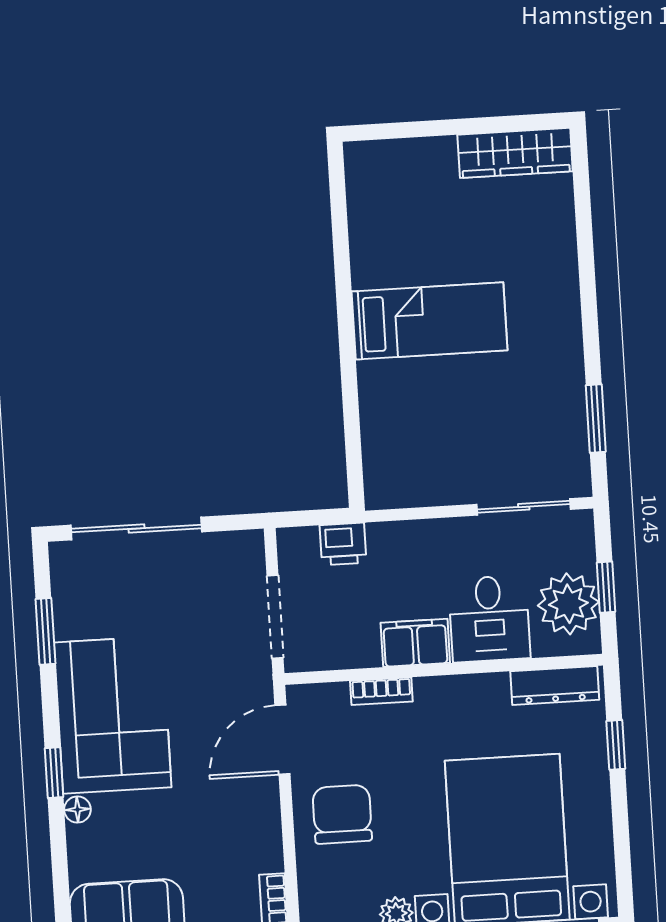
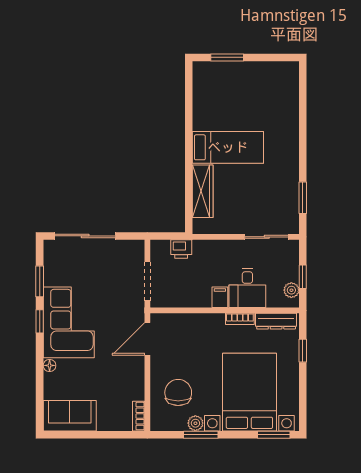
window: (416, 129) -> (227, 57), added
wardrobe: (515, 153) -> (203, 191), moved, turned -90
plant: (568, 604) -> (291, 290), width x0.53, depth x0.53
filing cabinet: (415, 643) -> (220, 297), width x0.50
bookcase: (381, 691) -> (240, 319), moved
window: (54, 773) -> (40, 321), moved
chair: (342, 814) -> (178, 393), moved

